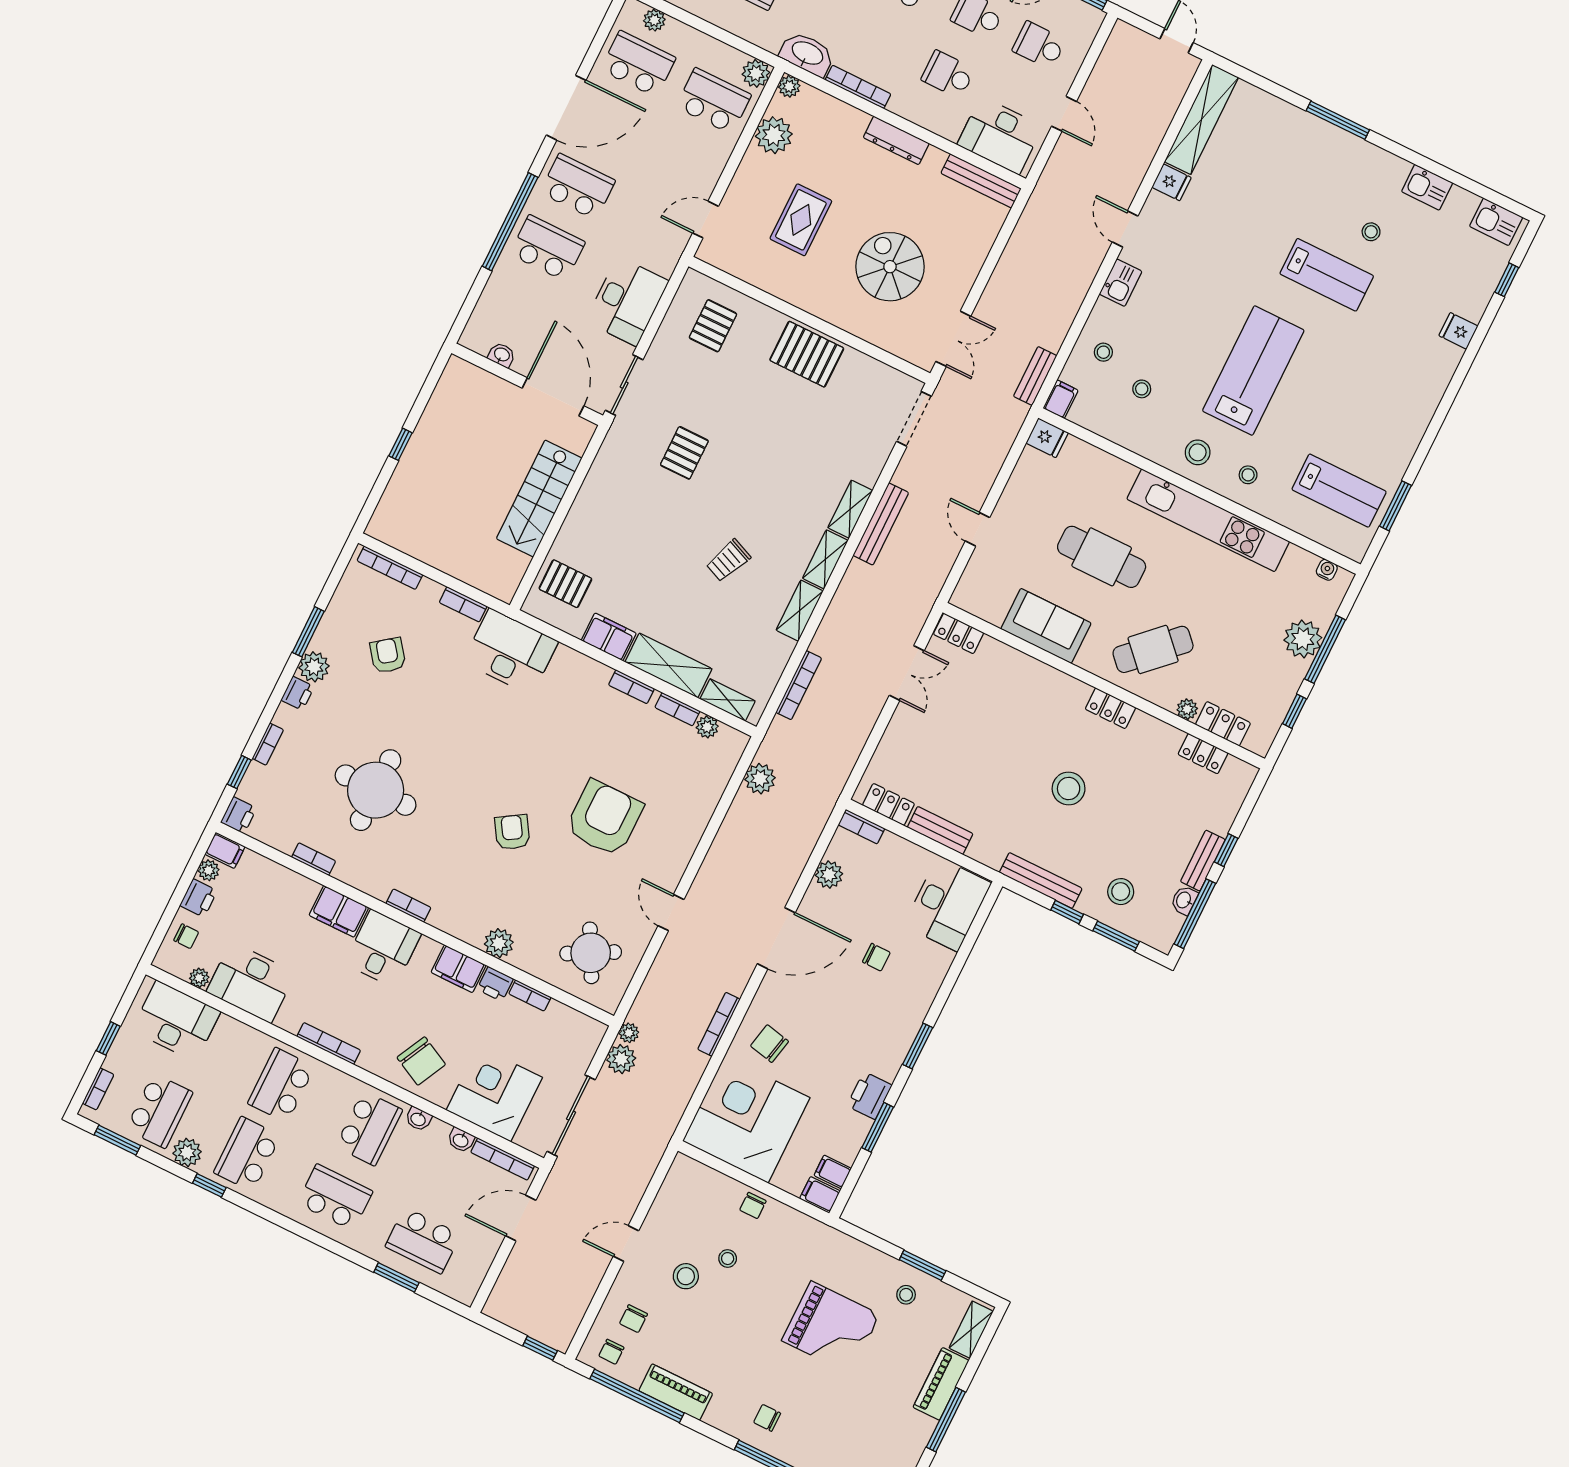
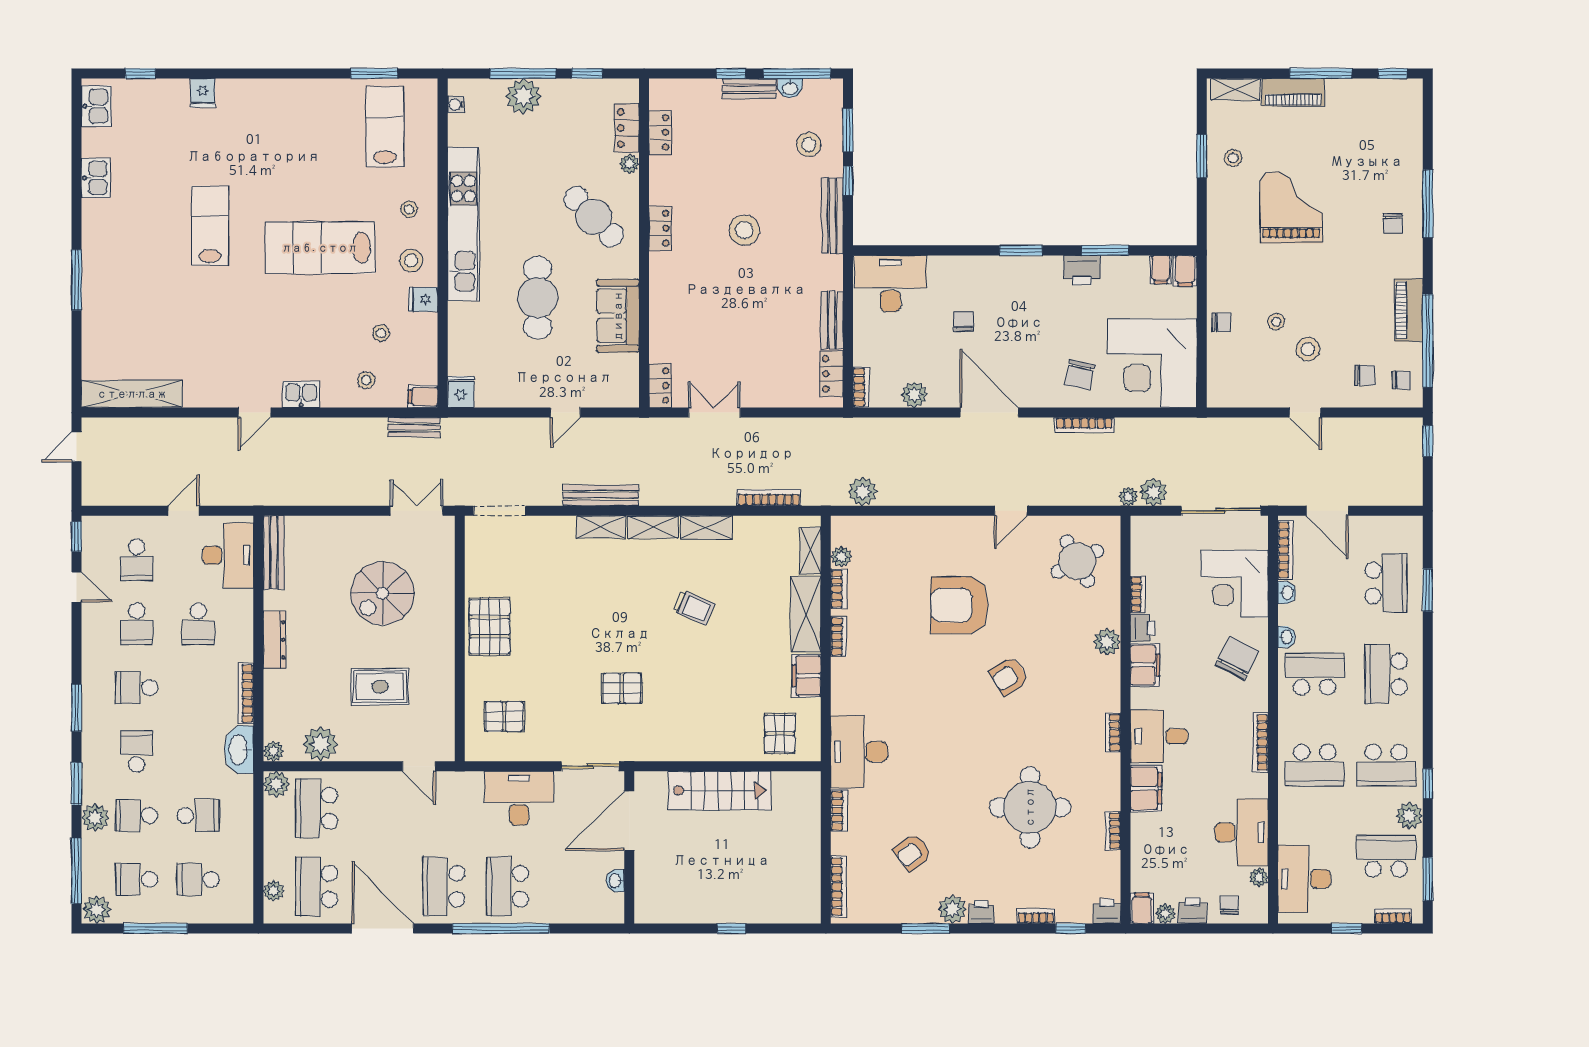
fridge: (1172, 182) -> (423, 299), moved, turned -90
stool: (1371, 232) -> (156, 206), removed

